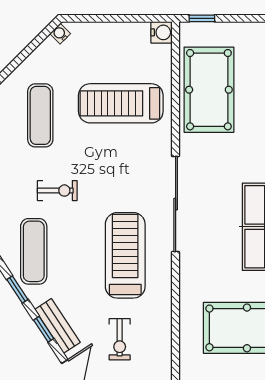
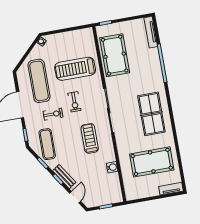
water cooler: (162, 32) -> (112, 167), moved
exercise mat: (40, 115) -> (39, 81), width x1.36, depth x1.45
treadmill: (125, 255) -> (90, 138), width x0.73, depth x0.73
exercise bike: (120, 339) -> (74, 102), moved

